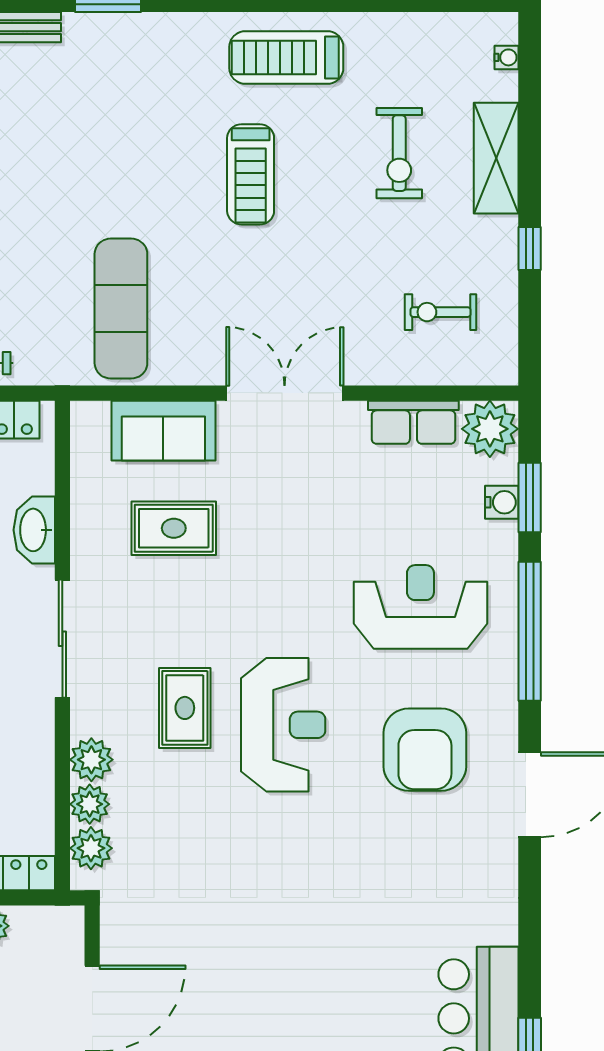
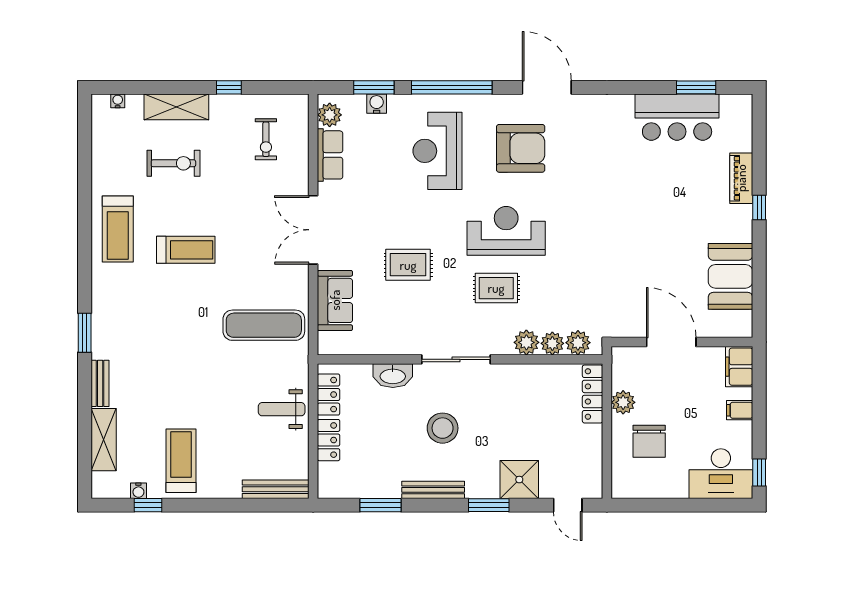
plant: (490, 429) -> (330, 115), width x0.73, depth x0.73
rug: (174, 528) -> (408, 265), moved, turned 90

